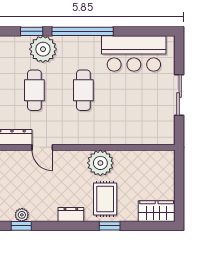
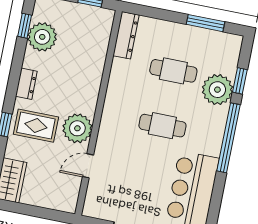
door: (42, 147) -> (88, 166), moved
plant: (22, 215) -> (42, 37), width x1.87, depth x1.87

